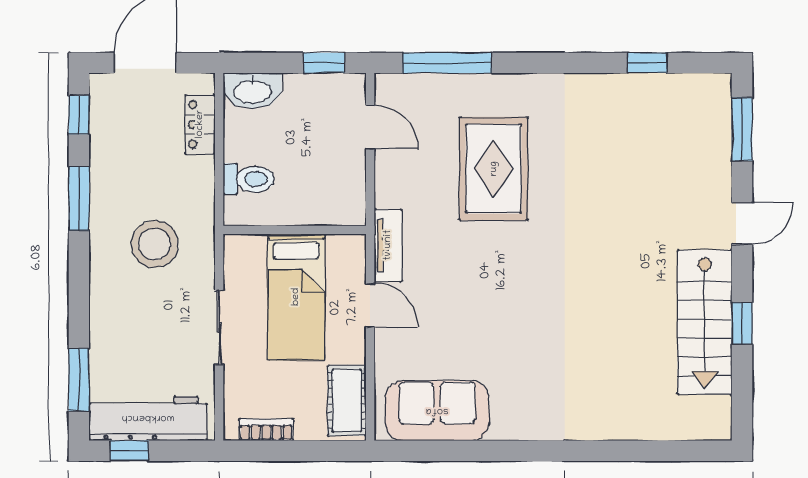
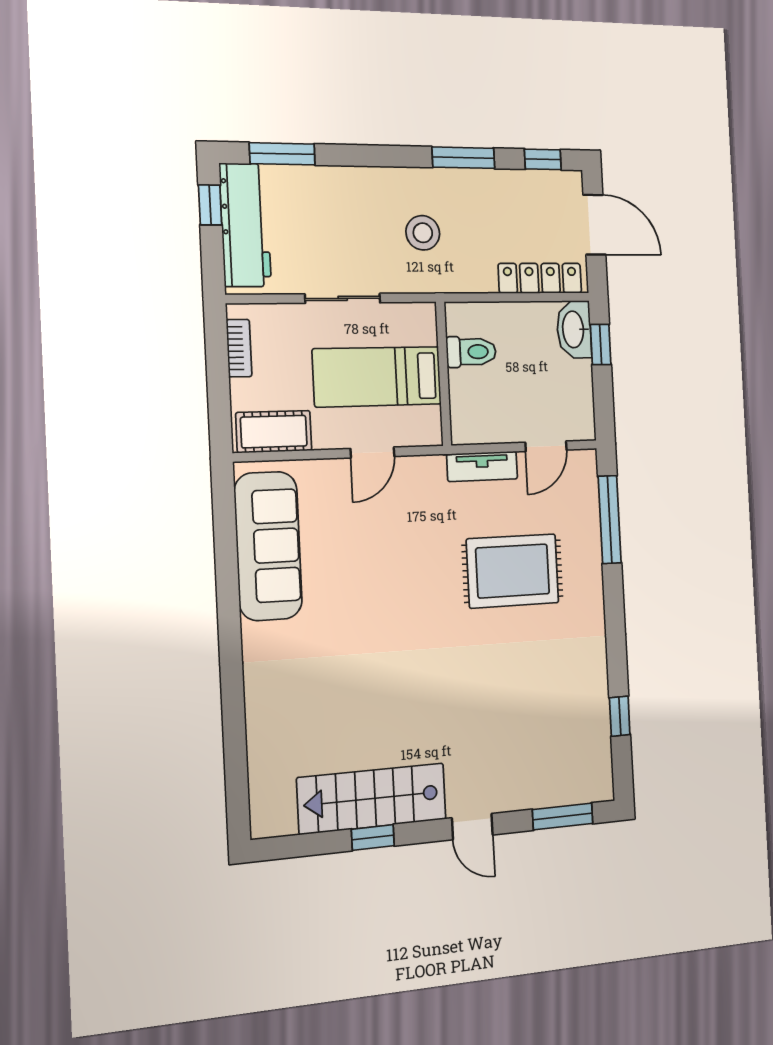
window: (324, 63) -> (601, 345), moved
locker: (200, 124) -> (540, 278), width x1.53
toilet: (249, 179) -> (471, 352), moved, turned -90
stool: (155, 244) -> (423, 233), width x0.73, depth x0.73
tv unit: (388, 245) -> (482, 466), moved
sofa: (437, 411) -> (268, 546), width x1.36

